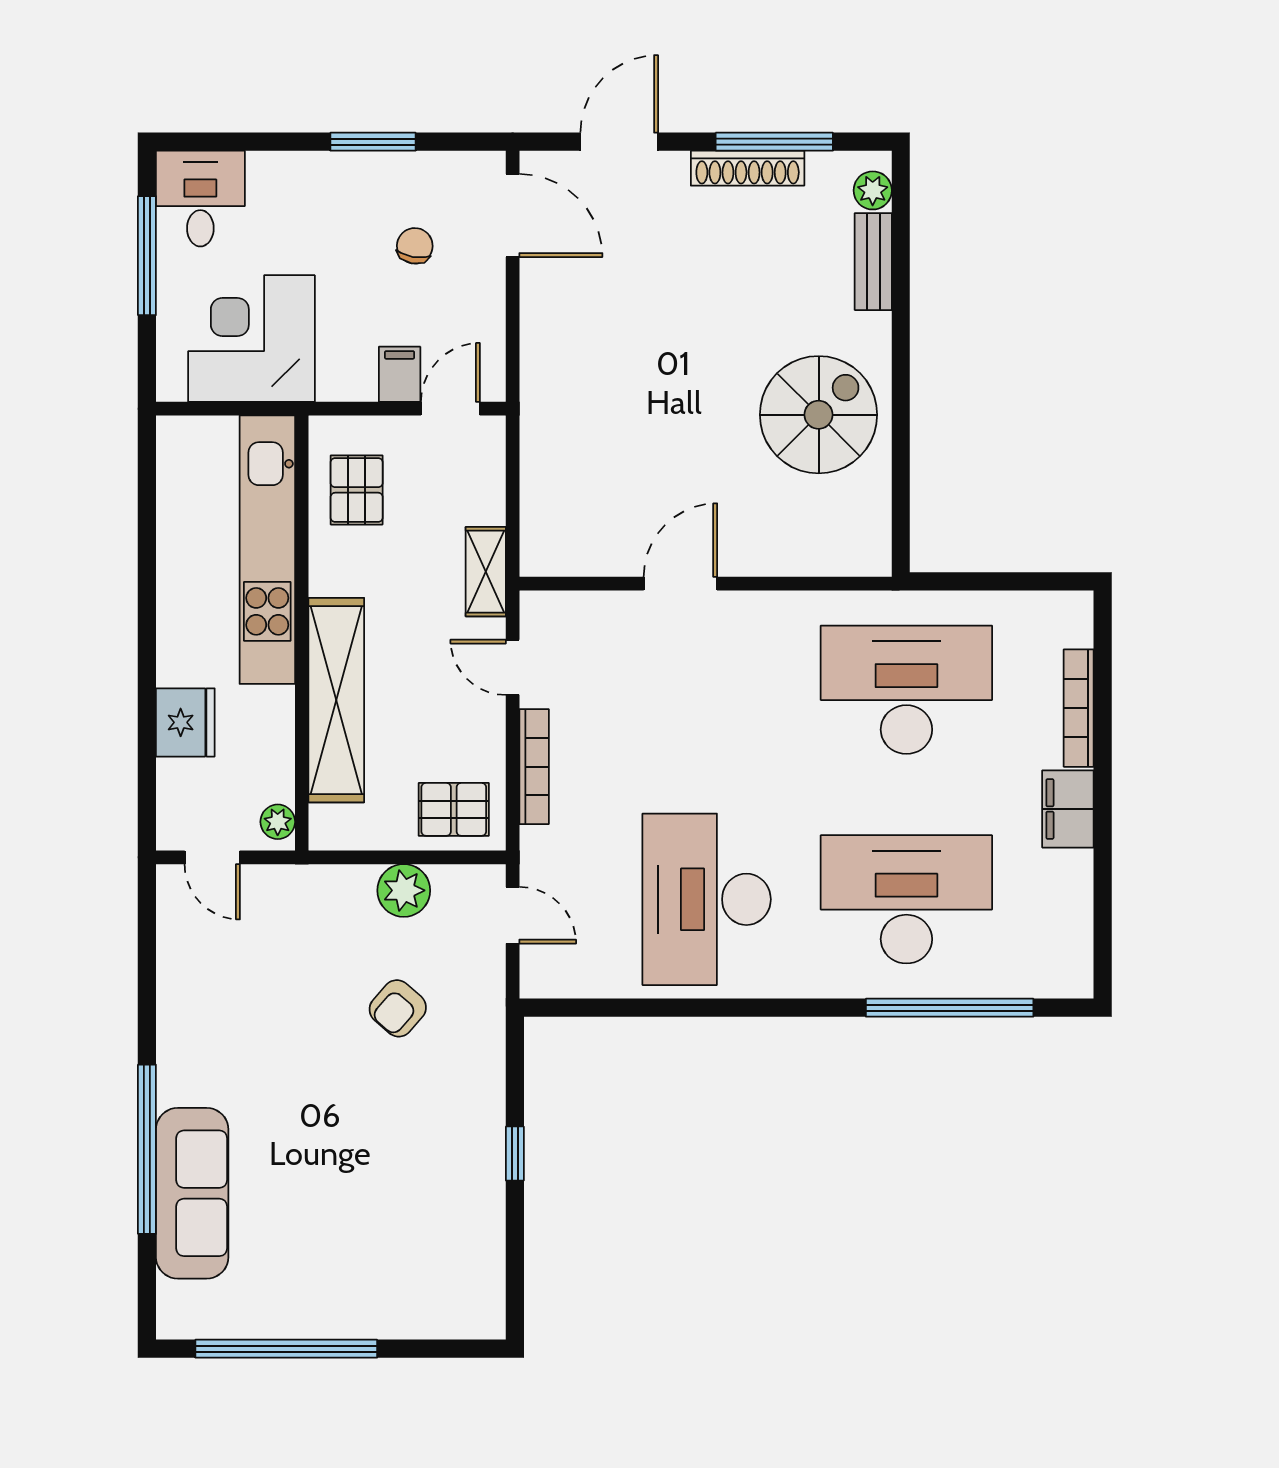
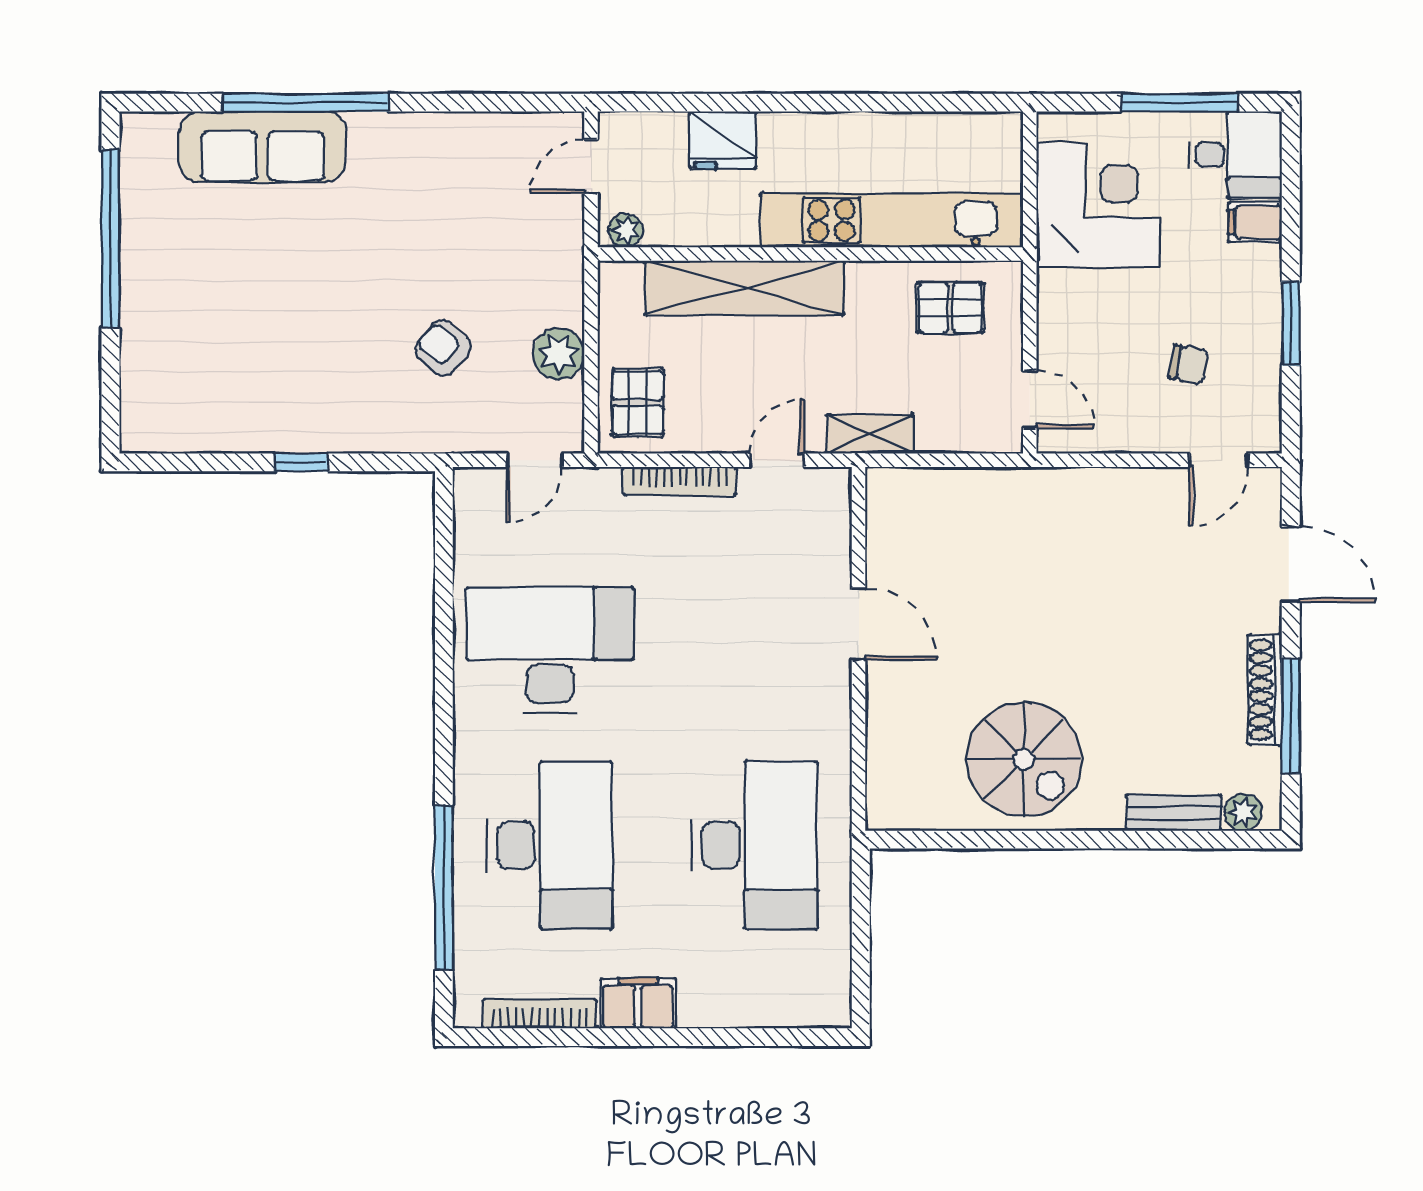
door: (513, 216) -> (1219, 460), width x0.73
filing cabinet: (400, 374) -> (1255, 222), moved, turned 180
bookcase: (1079, 708) -> (540, 1014), moved

